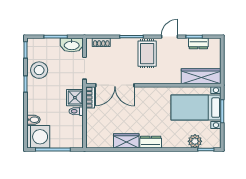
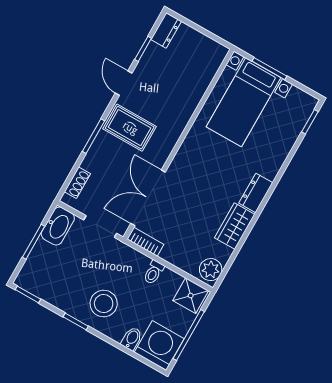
dresser: (198, 43) -> (166, 30), moved
stool: (39, 70) -> (104, 304), moved
wardrobe: (201, 76) -> (204, 70), removed
double door: (115, 85) -> (148, 198), swing flipped
shower: (75, 98) -> (191, 296), moved
plant: (195, 141) -> (211, 270), moved

